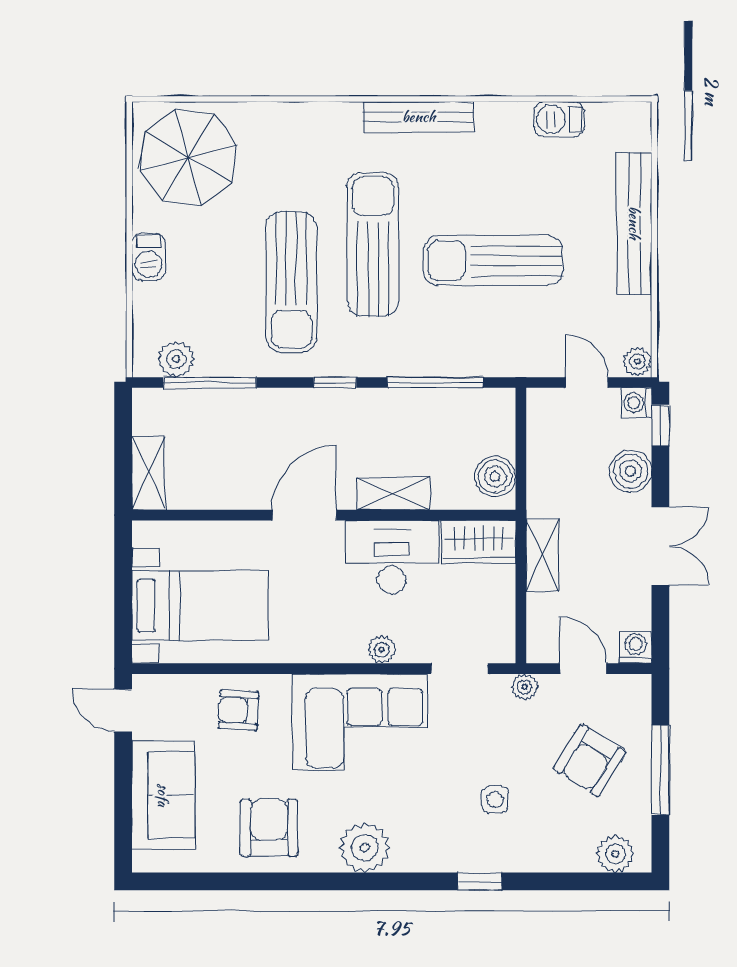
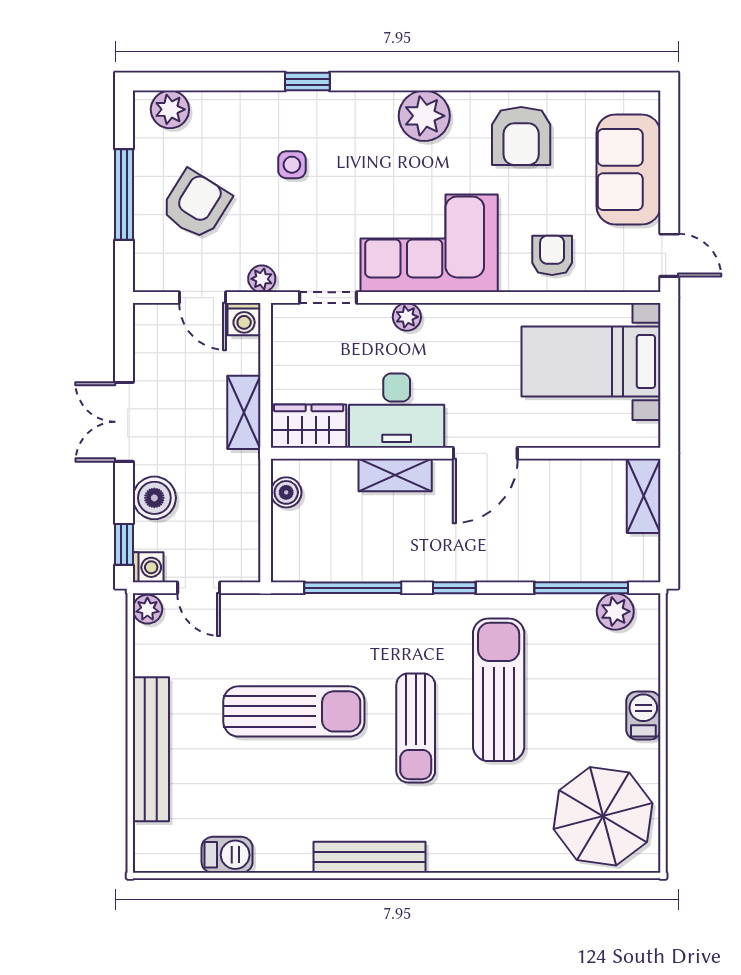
sun lounger: (373, 244) -> (416, 728), width x0.73, depth x0.75
boiler: (495, 477) -> (286, 492), width x0.73, depth x0.73
washing machine: (636, 647) -> (244, 319), moved
armchair: (239, 710) -> (552, 255), turned -93

